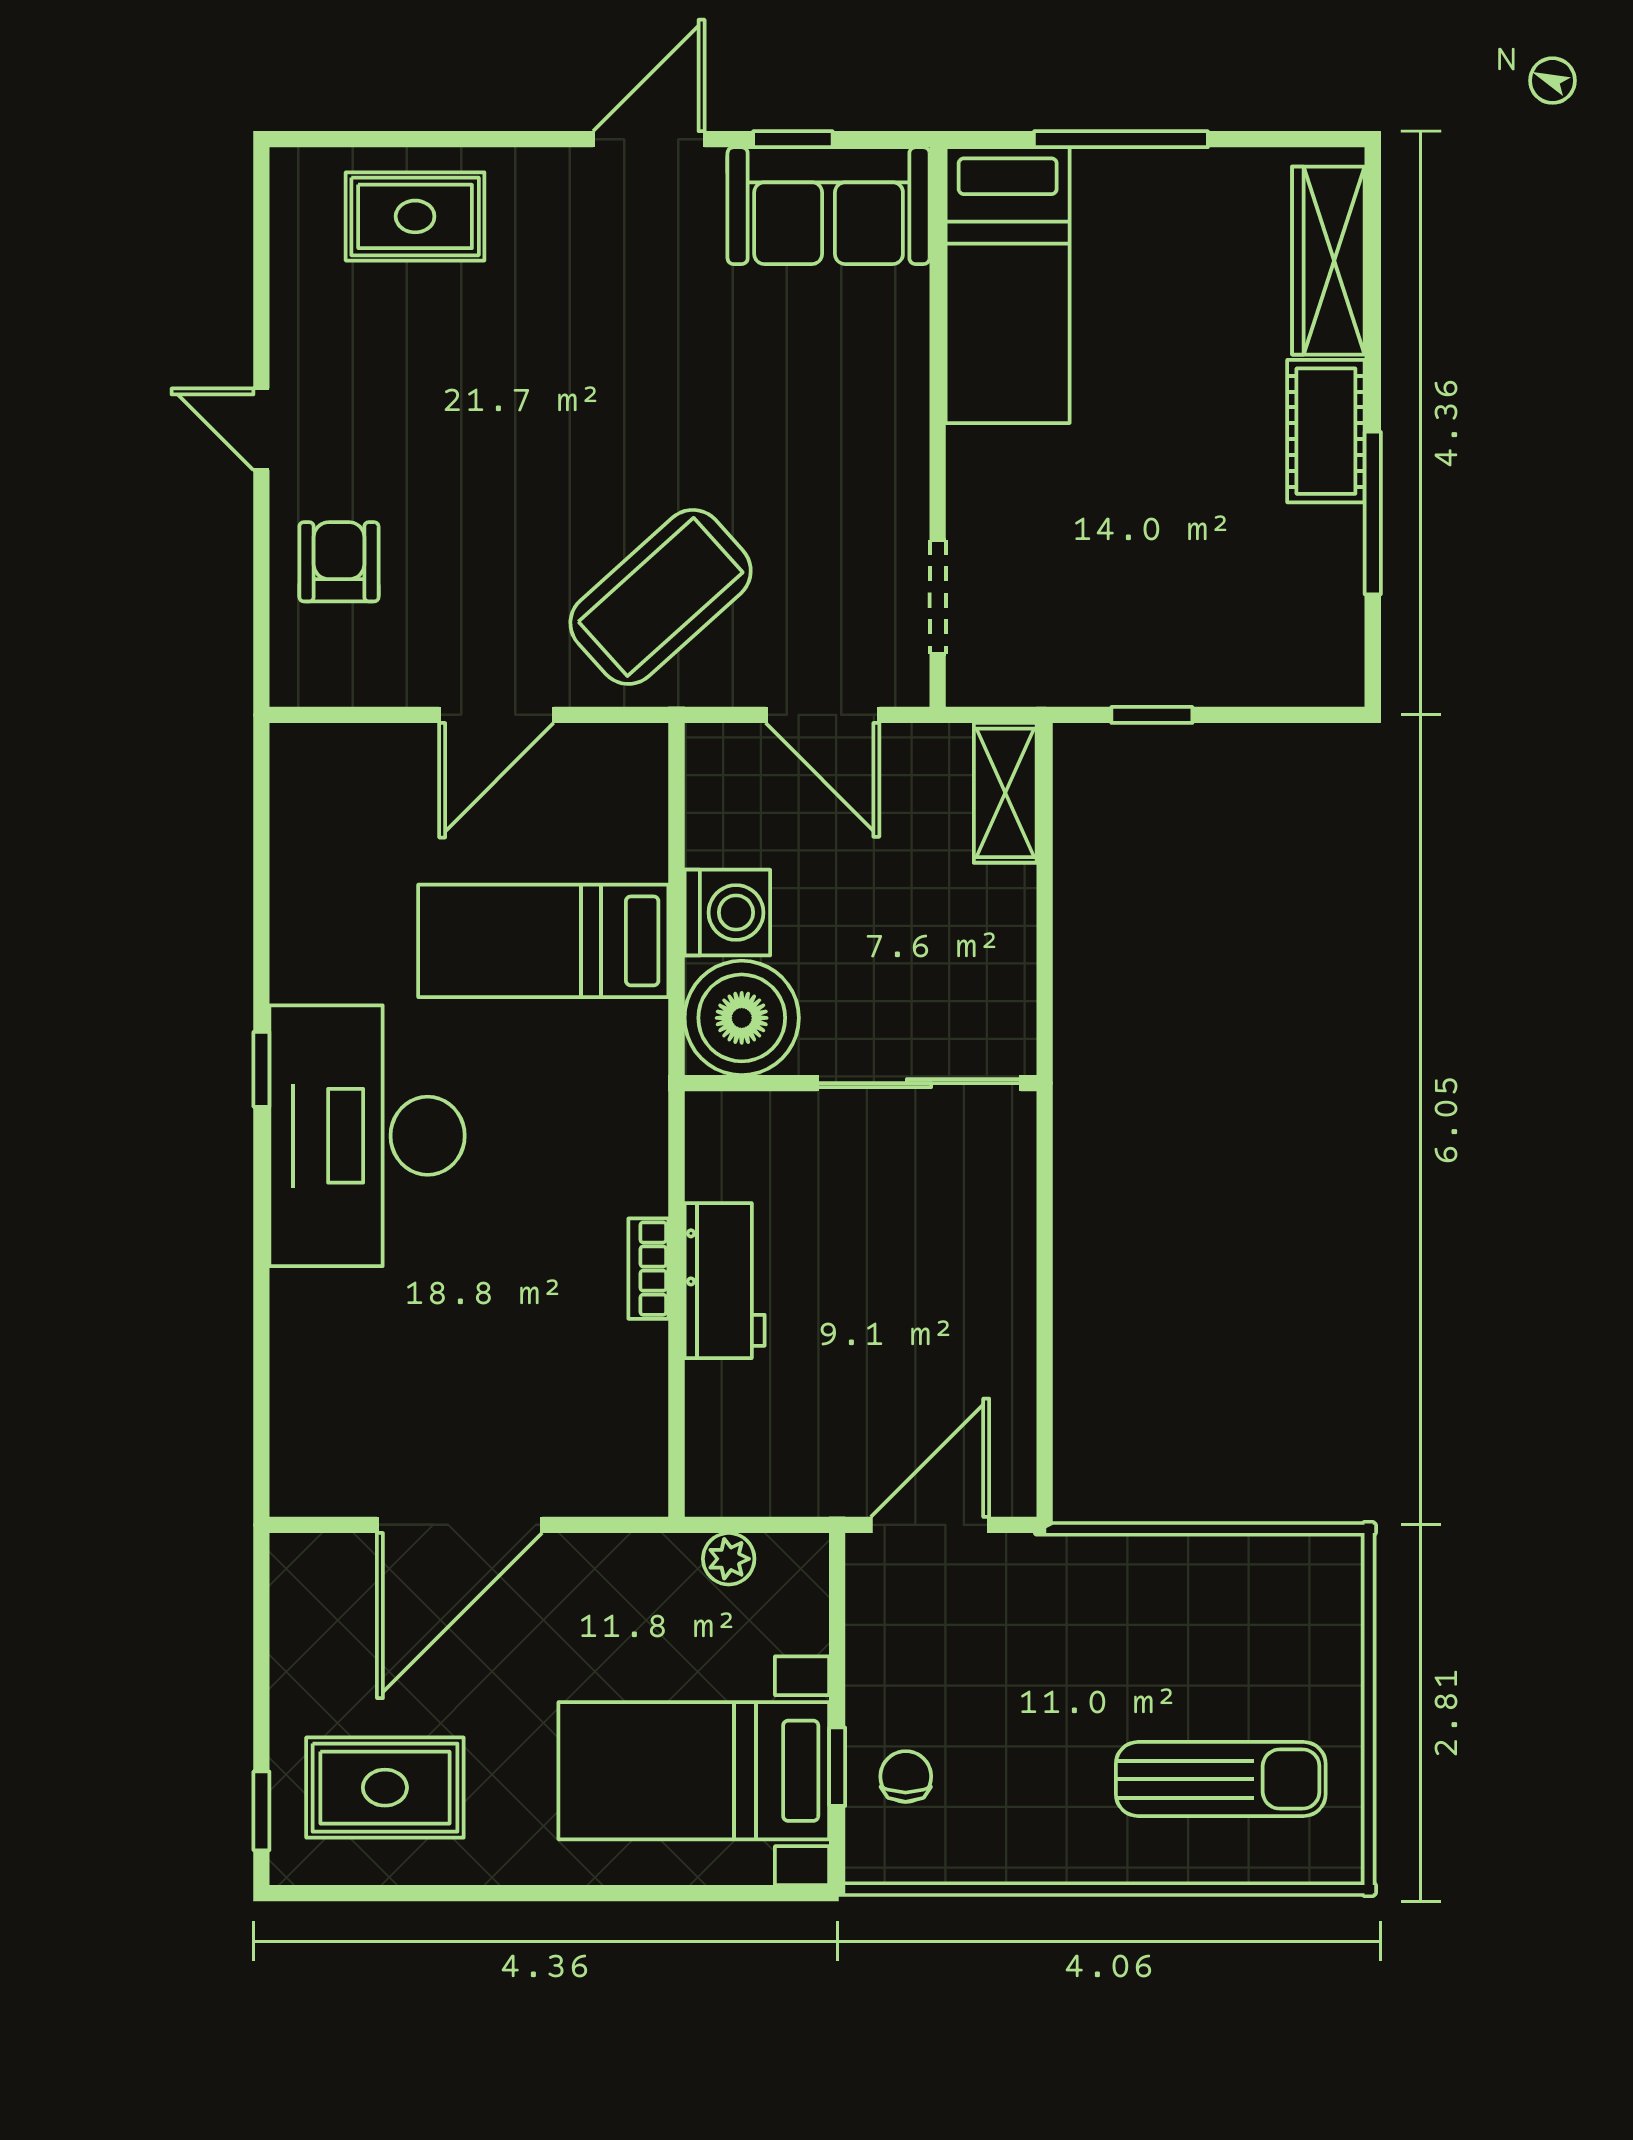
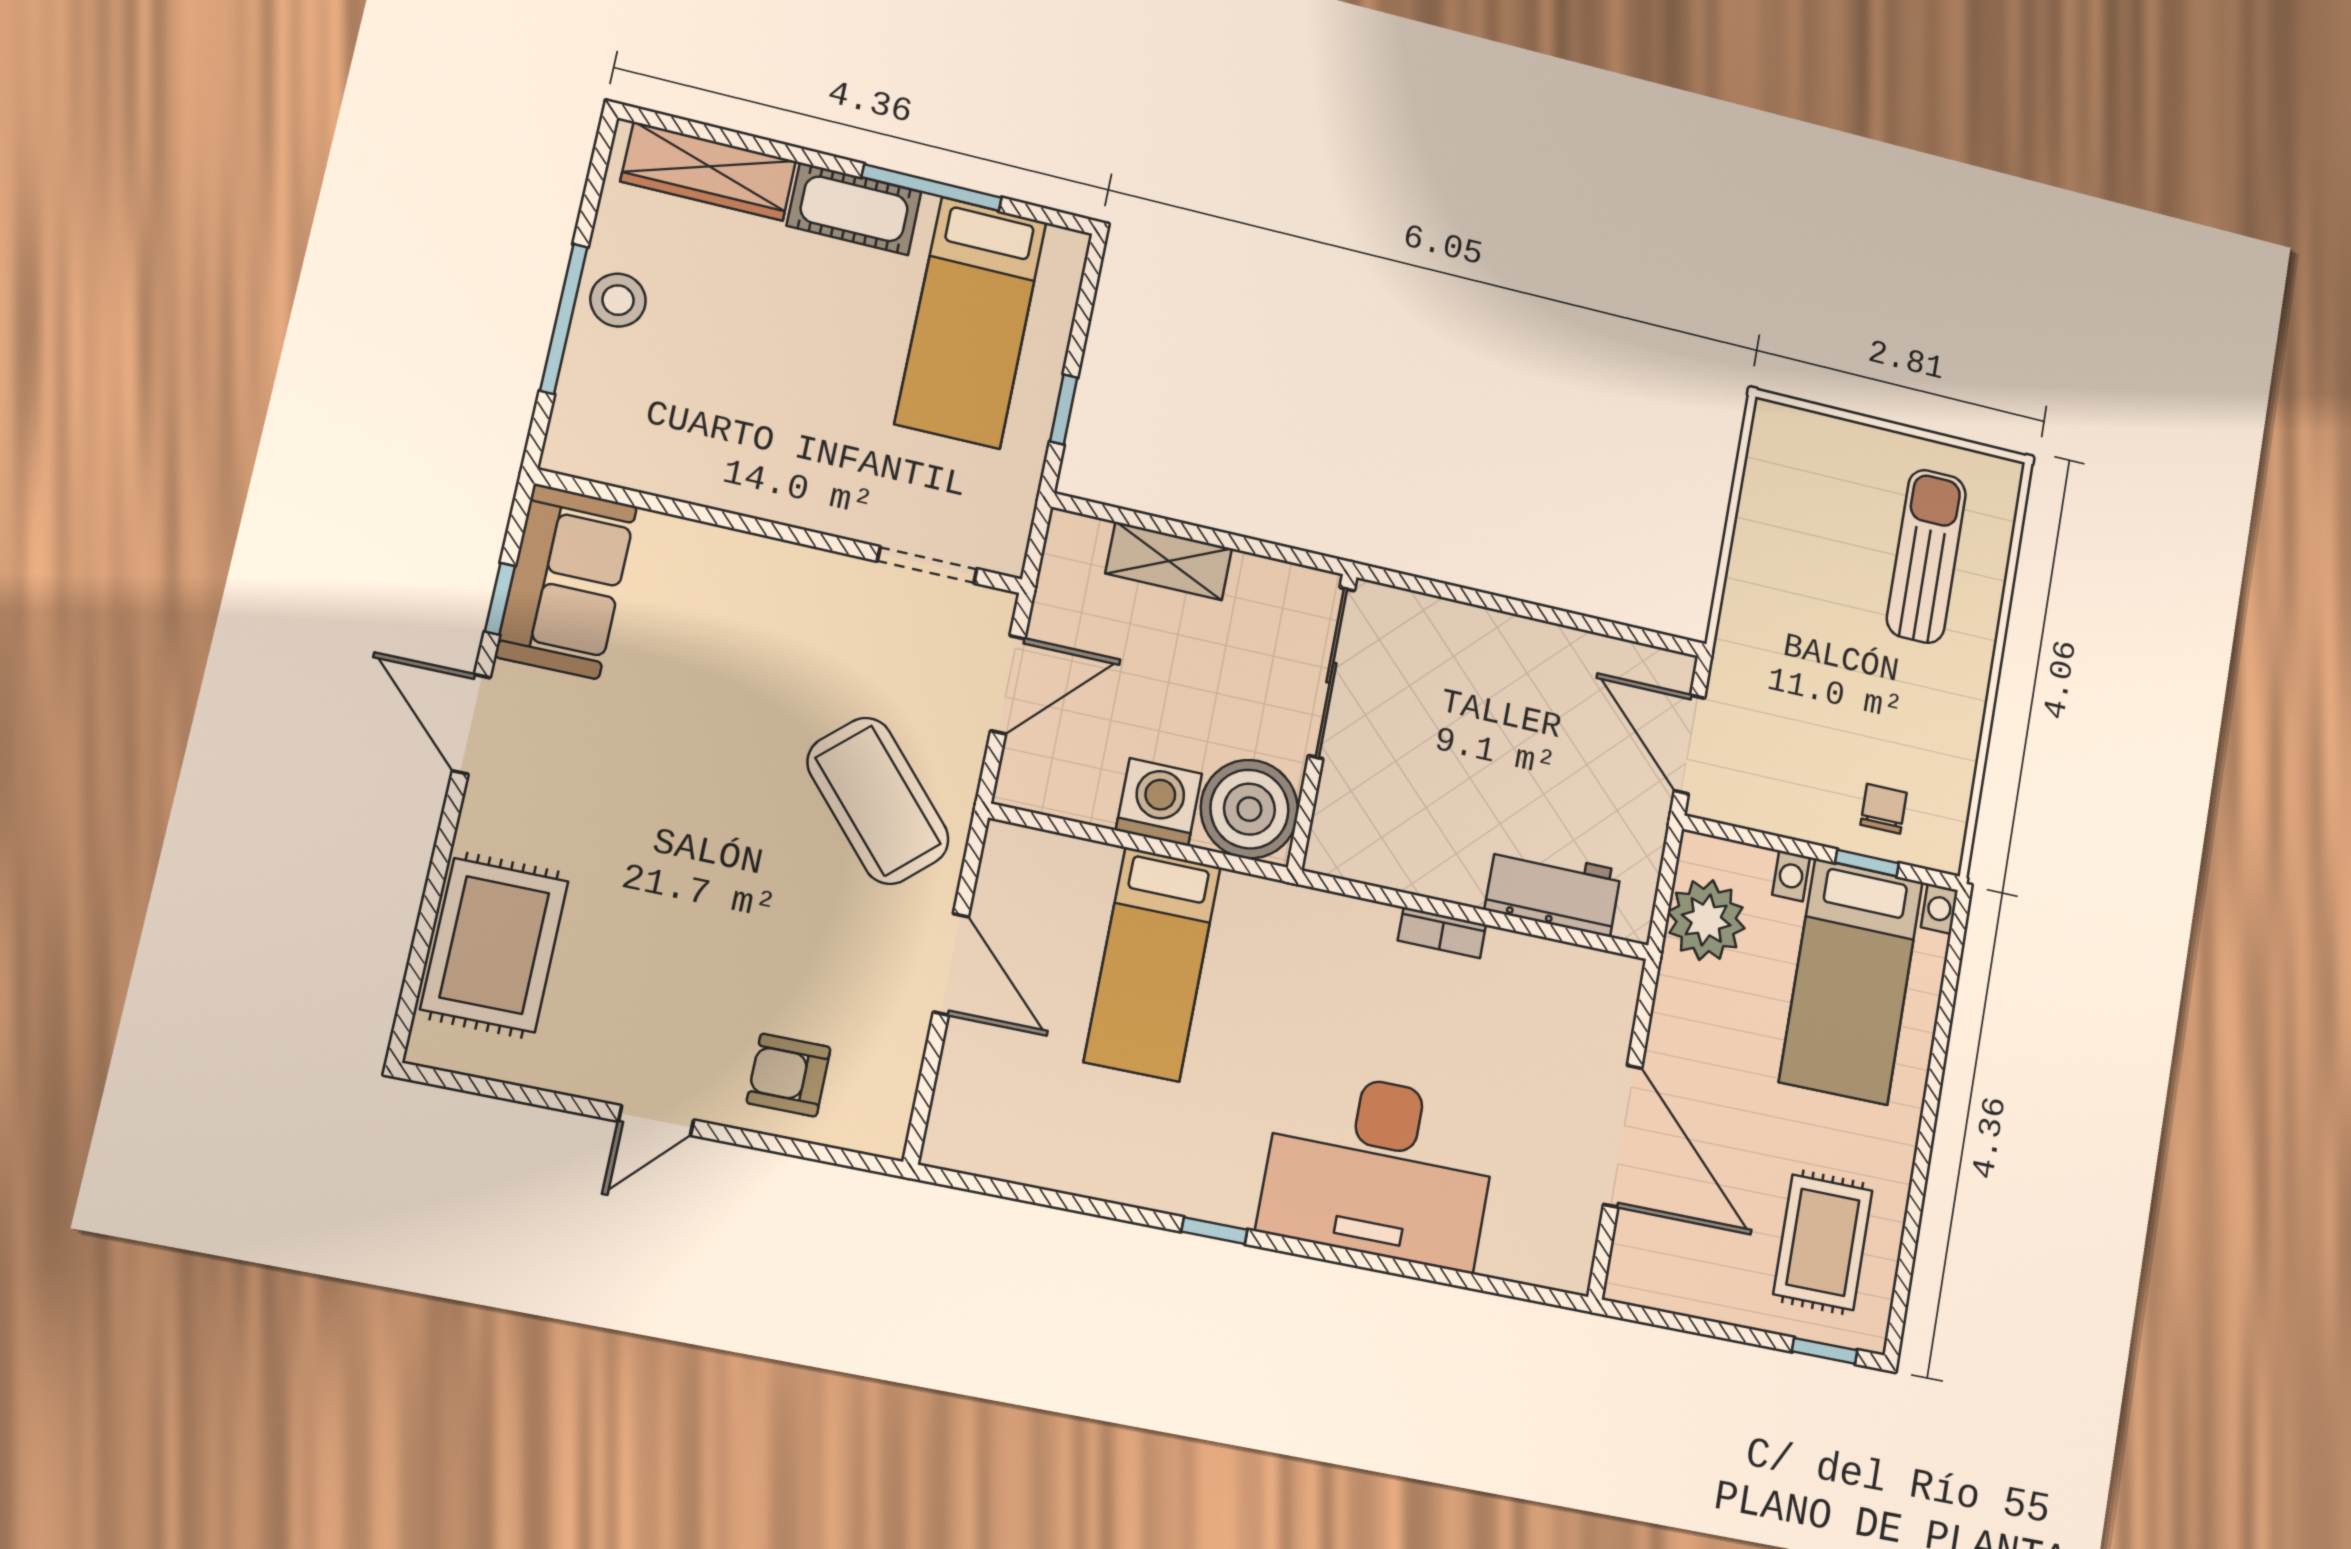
stool: (1157, 193) -> (618, 300), added
rug: (415, 216) -> (494, 945), width x1.36, depth x1.43
bed: (1008, 285) -> (971, 323), moved, turned 90
shelving: (1005, 793) -> (1169, 561), moved
desk: (367, 1136) -> (1379, 1168), moved
workbench: (725, 1281) -> (1553, 890), moved
plant: (729, 1559) -> (1706, 920), width x1.88, depth x1.88
chair: (906, 1776) -> (1884, 809), turned 90

